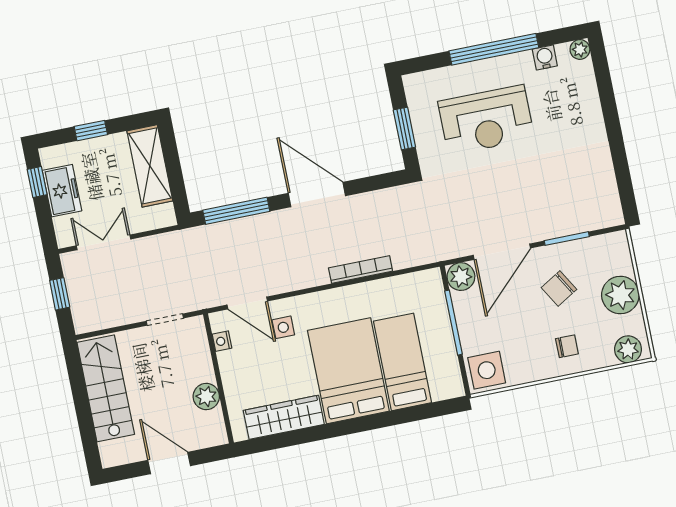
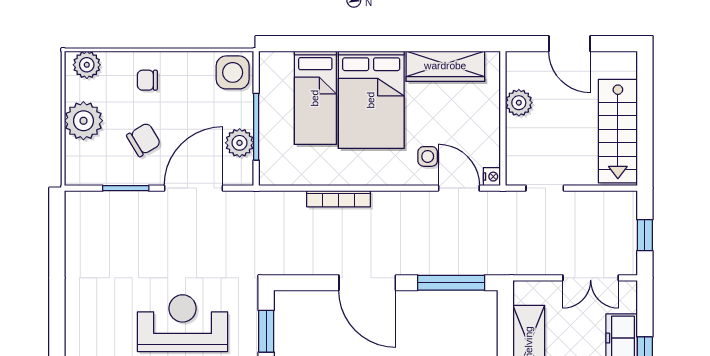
plant: (461, 277) -> (240, 143), moved
nightstand: (222, 341) -> (492, 177), moved

